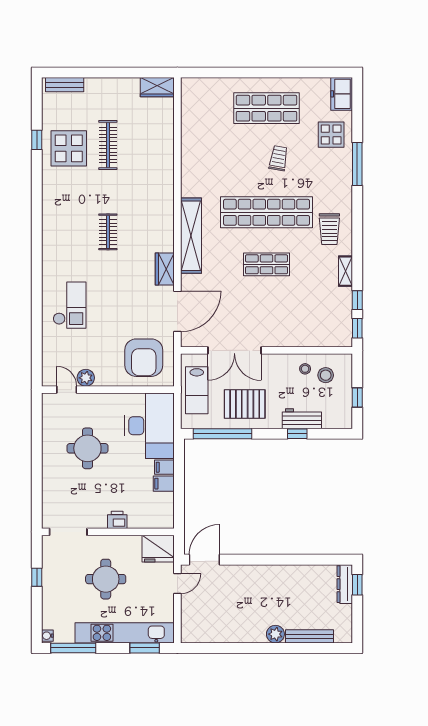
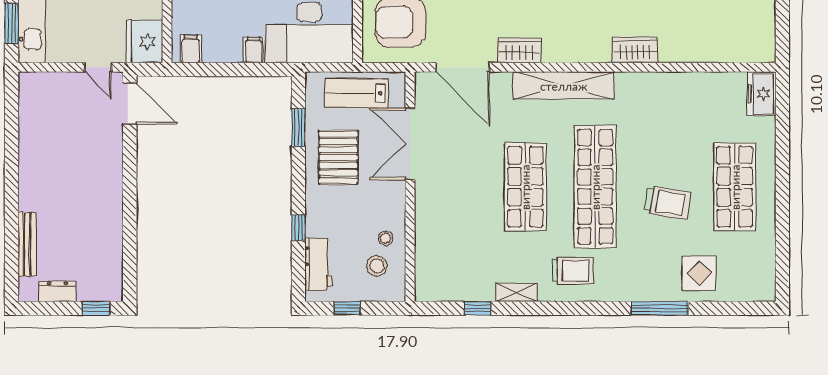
wardrobe: (157, 87) -> (635, 50), moved, turned 90
freezer: (342, 94) -> (761, 94), moved, turned -90
trolley: (278, 158) -> (667, 203), width x1.36, depth x1.39
trolley: (329, 229) -> (573, 271), turned 180
shop shelf: (267, 264) -> (525, 187), width x1.43, depth x1.36
window: (357, 328) -> (440, 308), removed
workbench: (302, 419) -> (318, 264), moved
window: (222, 434) -> (298, 128), width x0.47
filing cabinet: (164, 484) -> (191, 49), moved
dresser: (345, 584) -> (58, 291), moved, width x0.70
plant: (275, 634) -> (30, 199), removed

